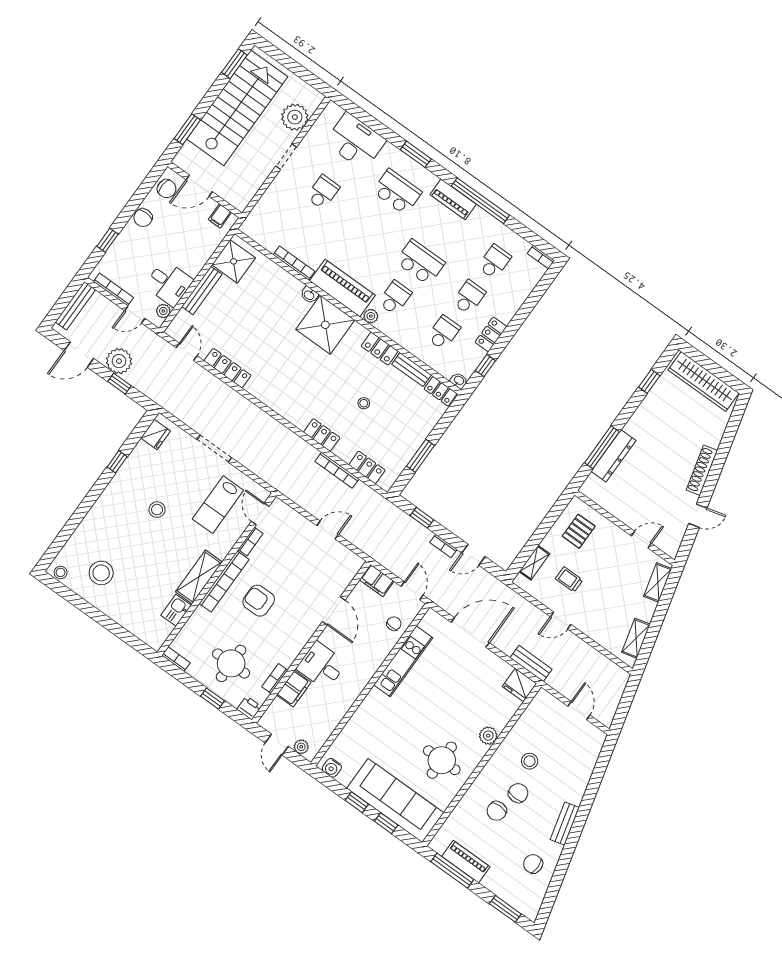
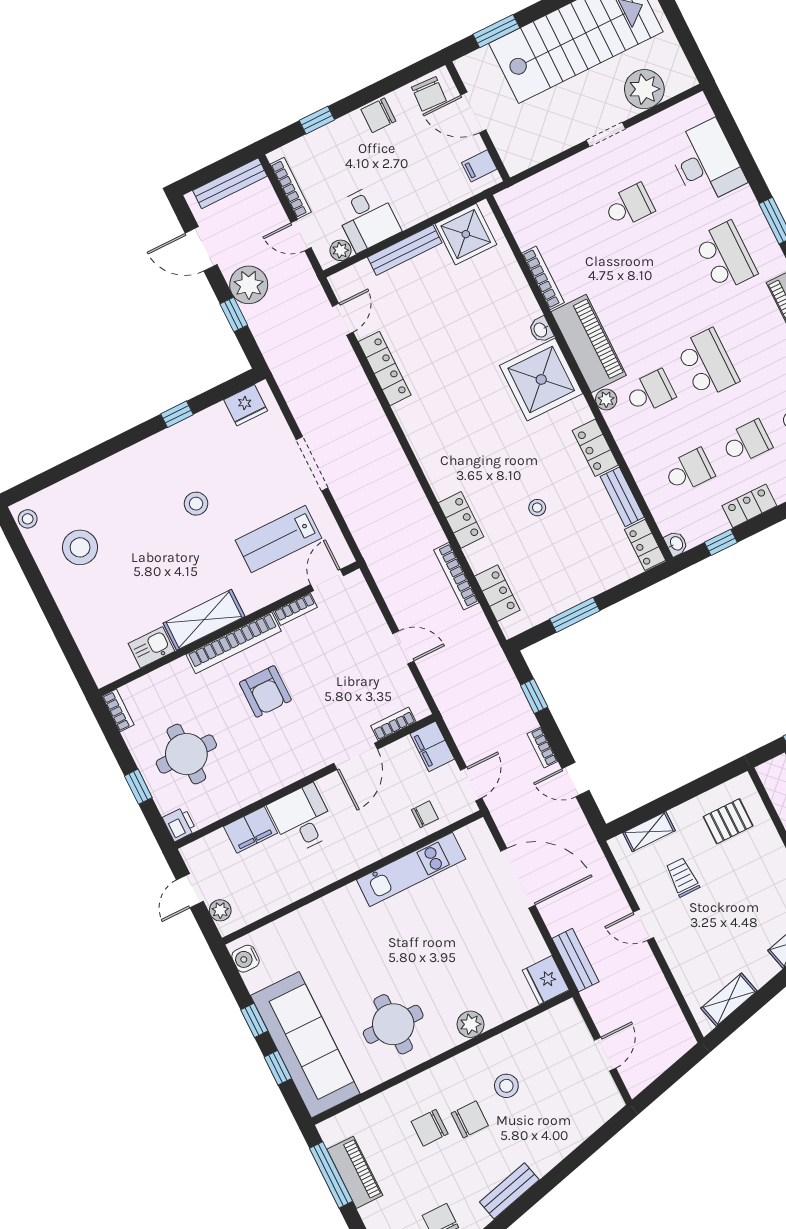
armchair: (259, 601) -> (265, 691), turned 180
bookcase: (275, 678) -> (393, 724), moved

